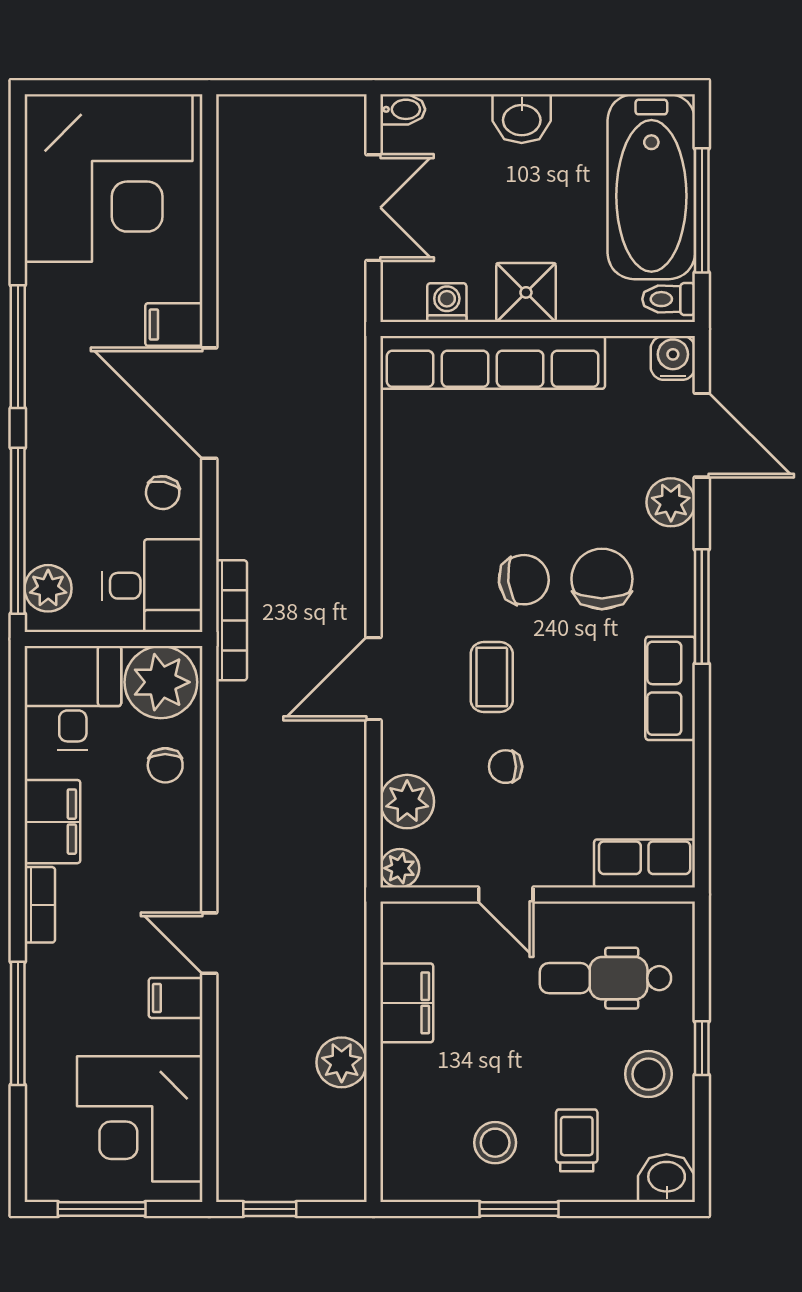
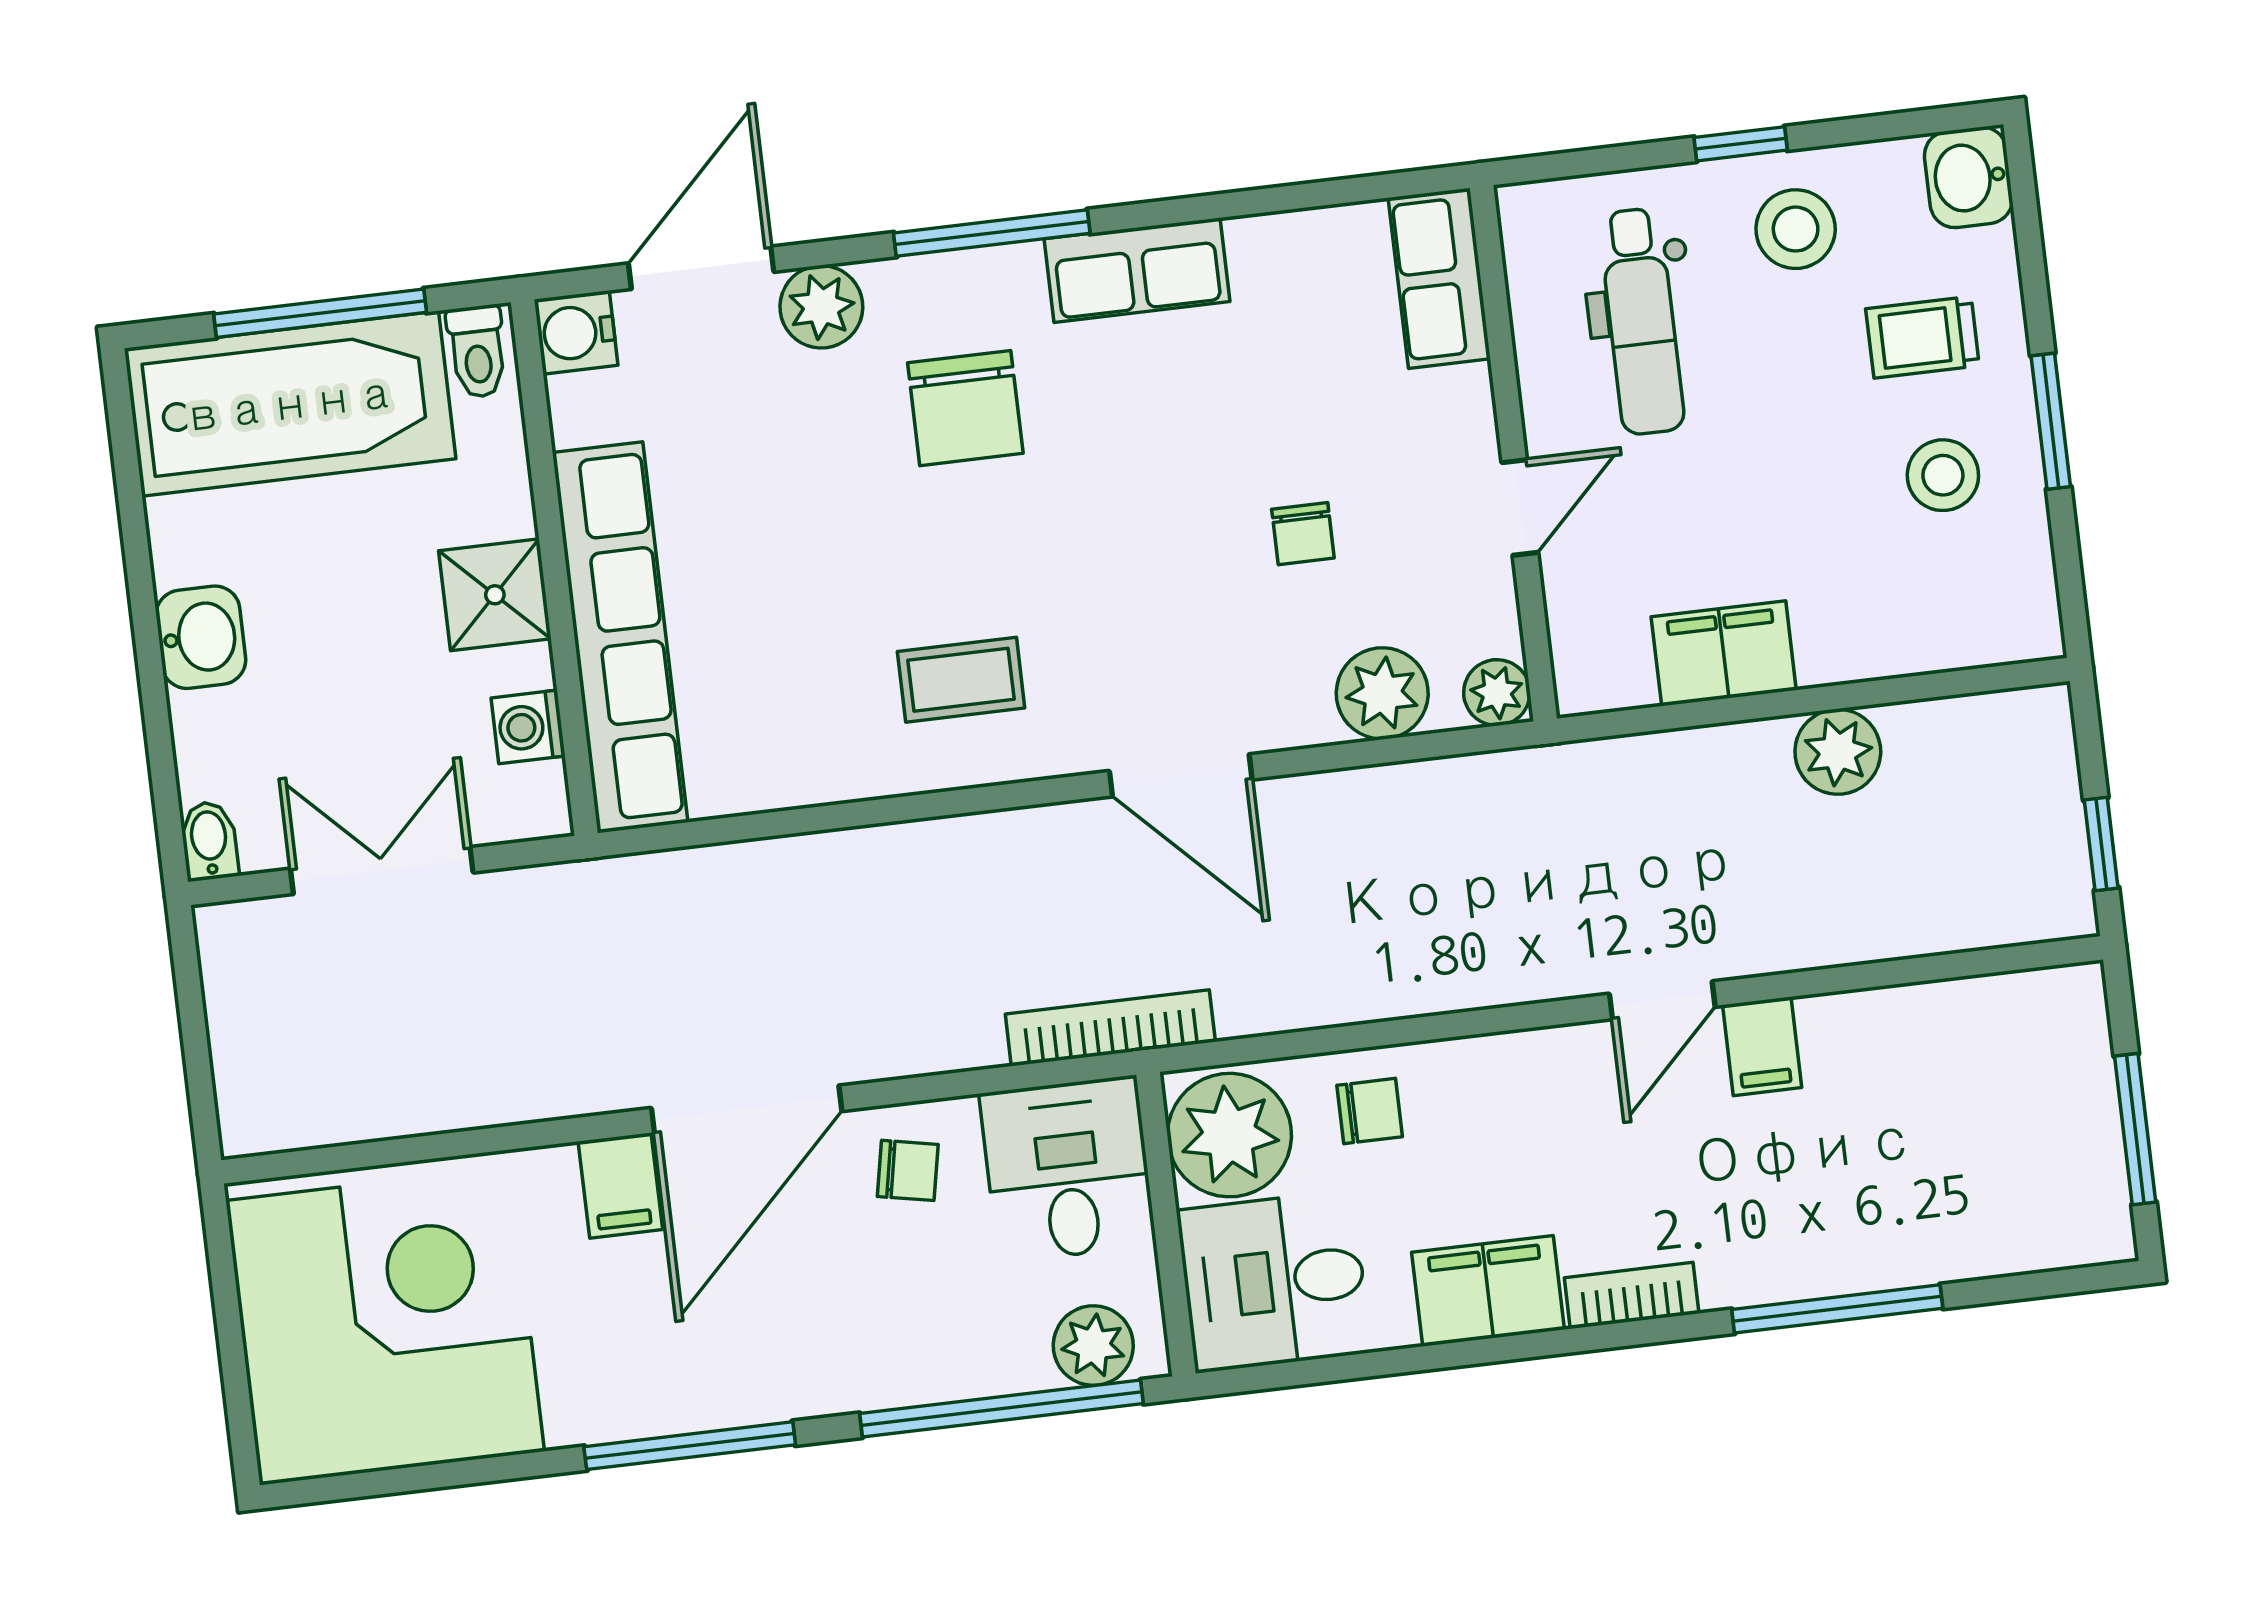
chair: (602, 579) -> (965, 408), turned -90
chair: (524, 580) -> (982, 540), removed
coffee table: (492, 677) -> (961, 680), moved
corner desk: (140, 1119) -> (1974, 1083), removed

